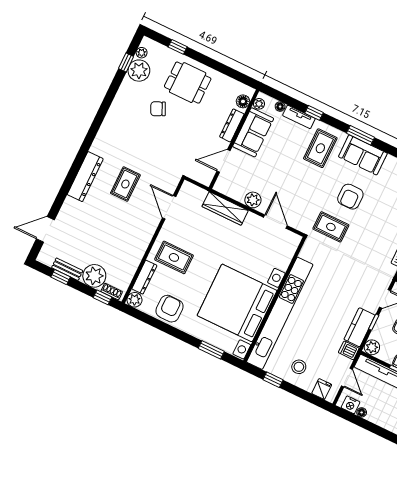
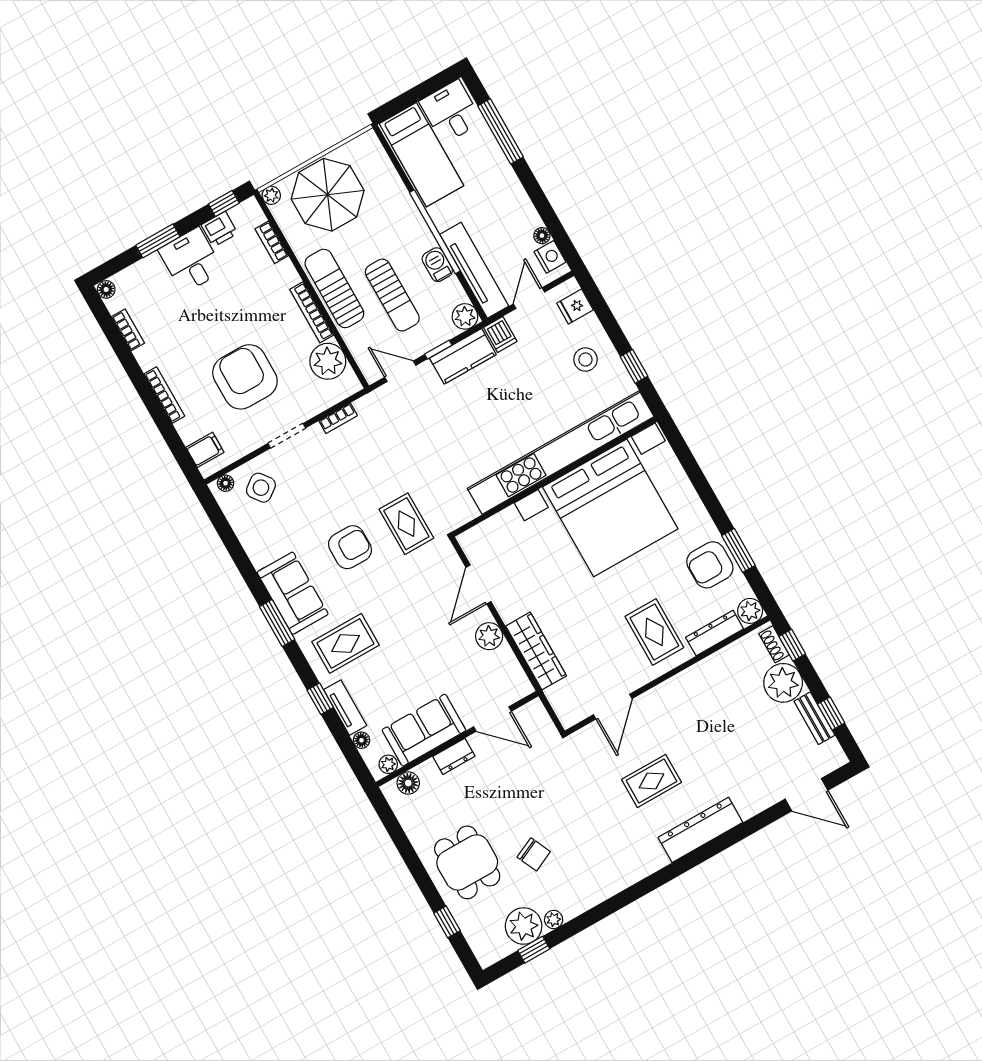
plant: (142, 53) -> (554, 920), moved
dresser: (232, 125) -> (454, 756), width x0.70
window: (211, 350) -> (738, 550), moved

